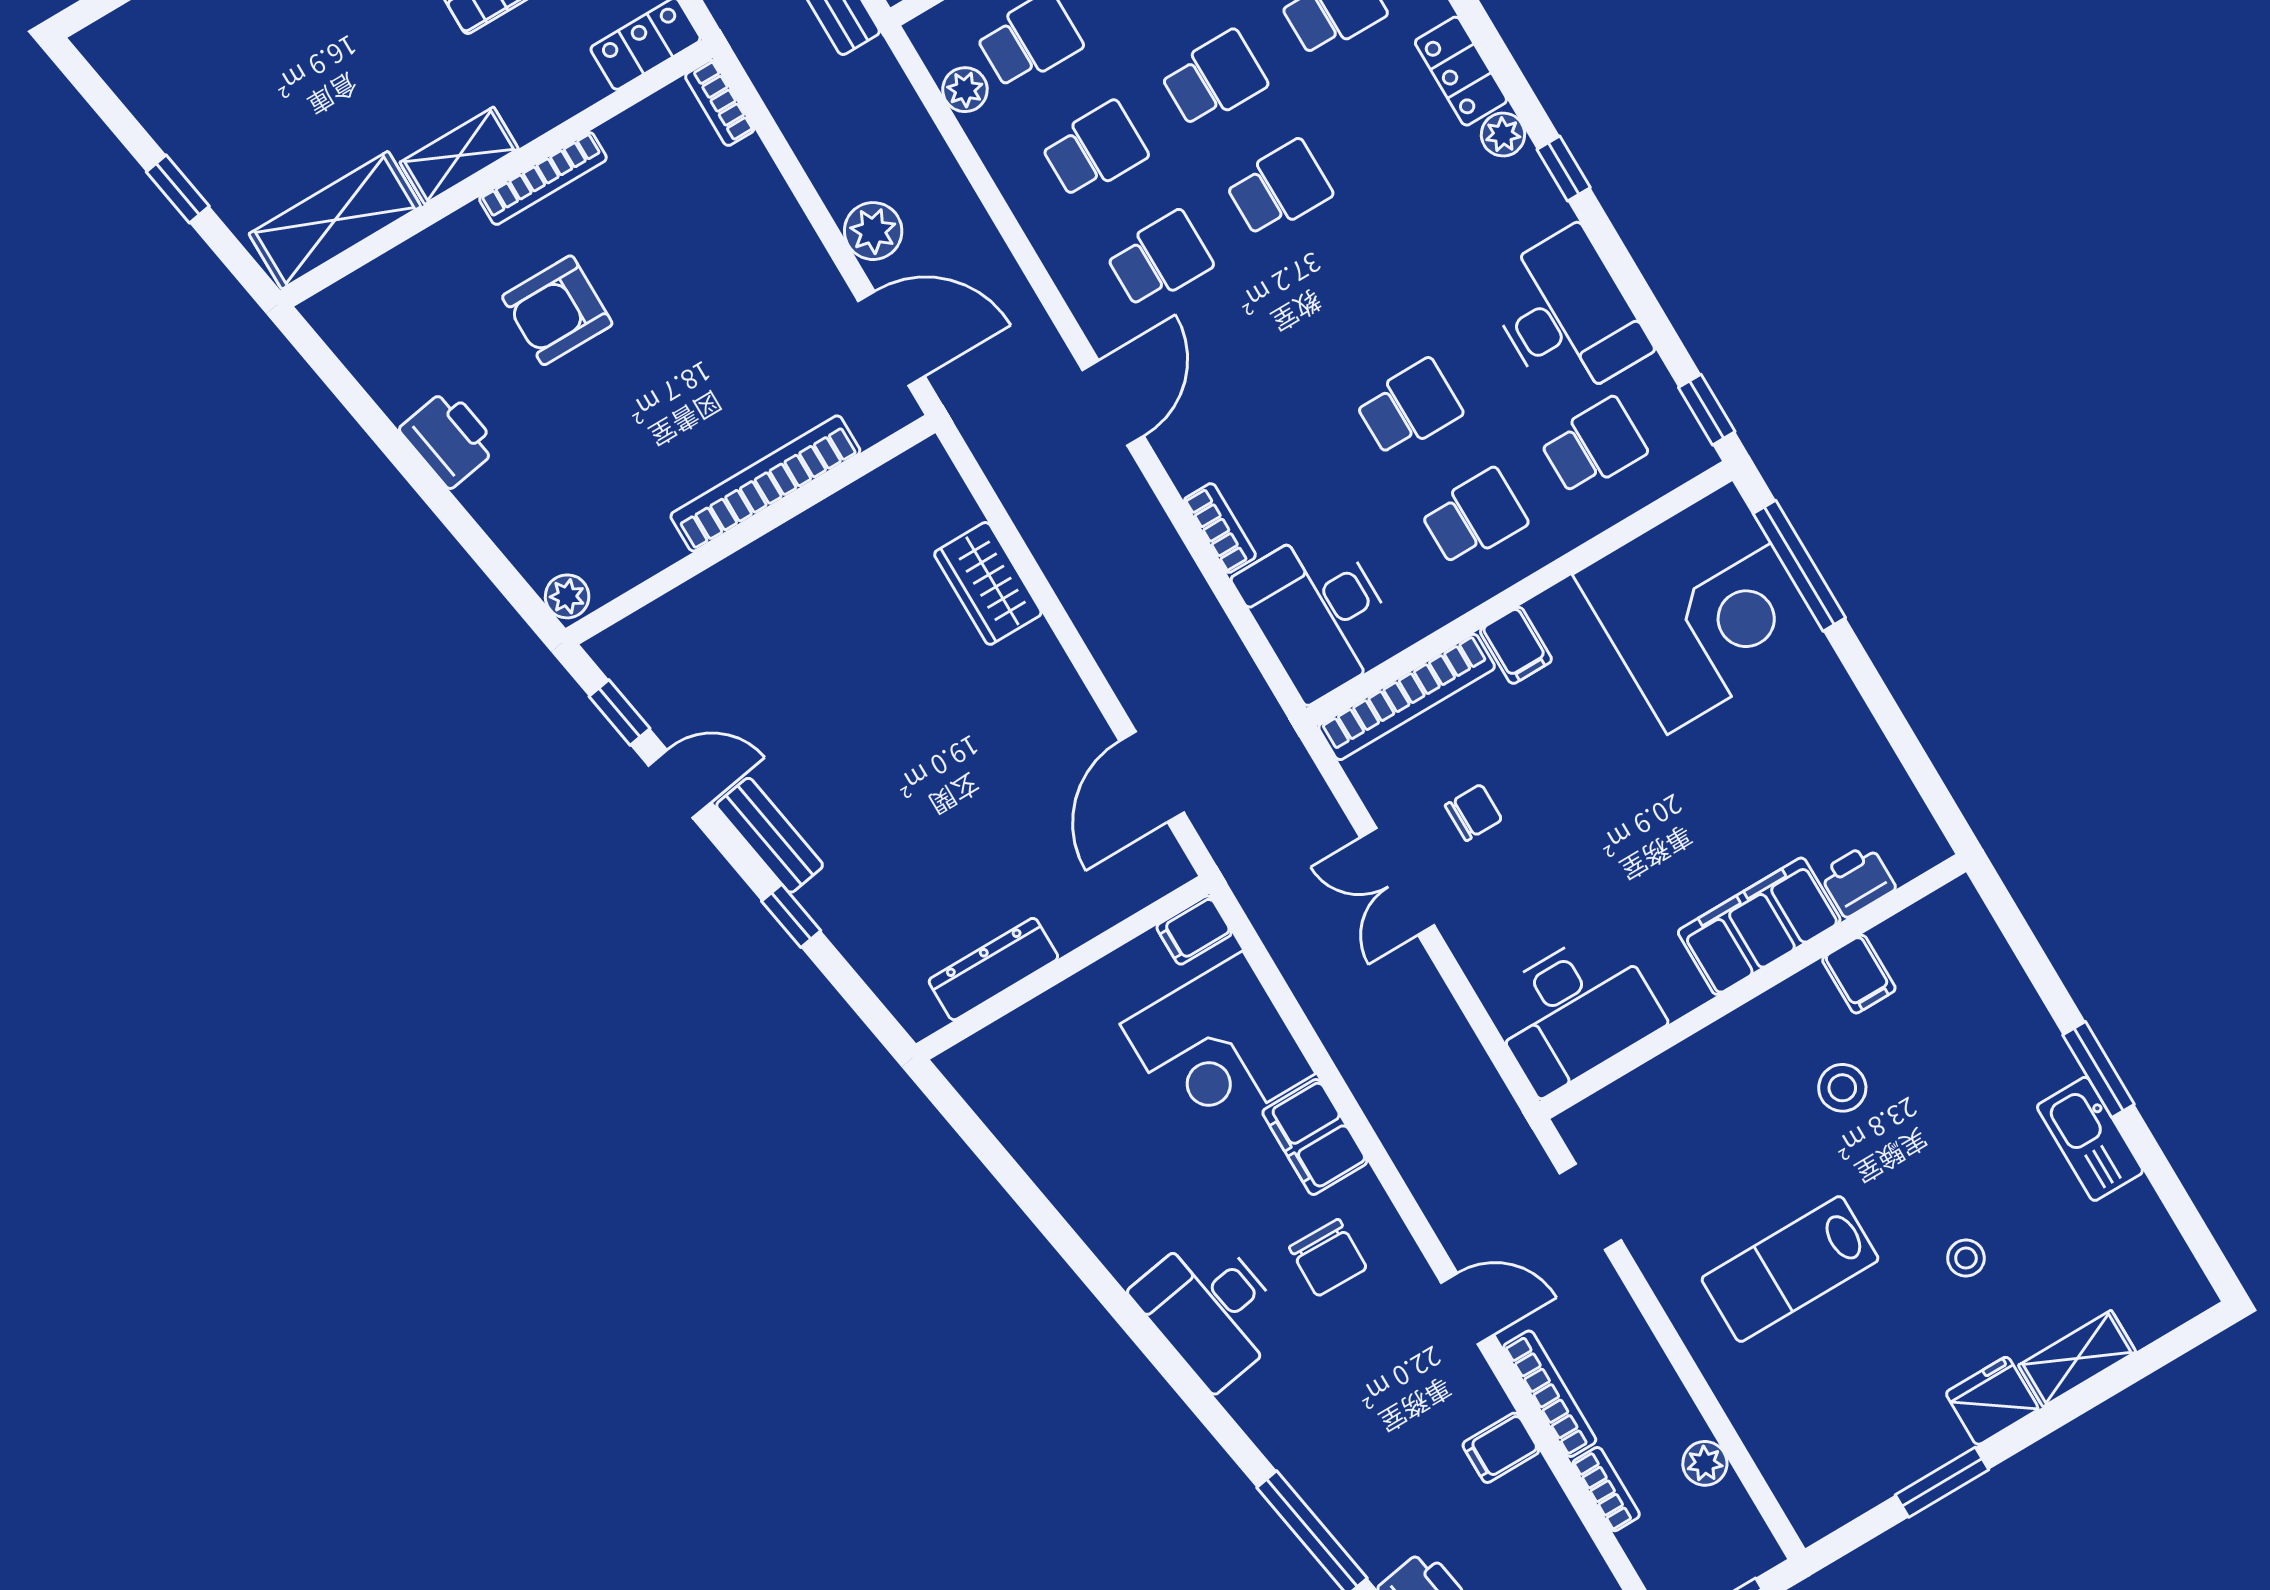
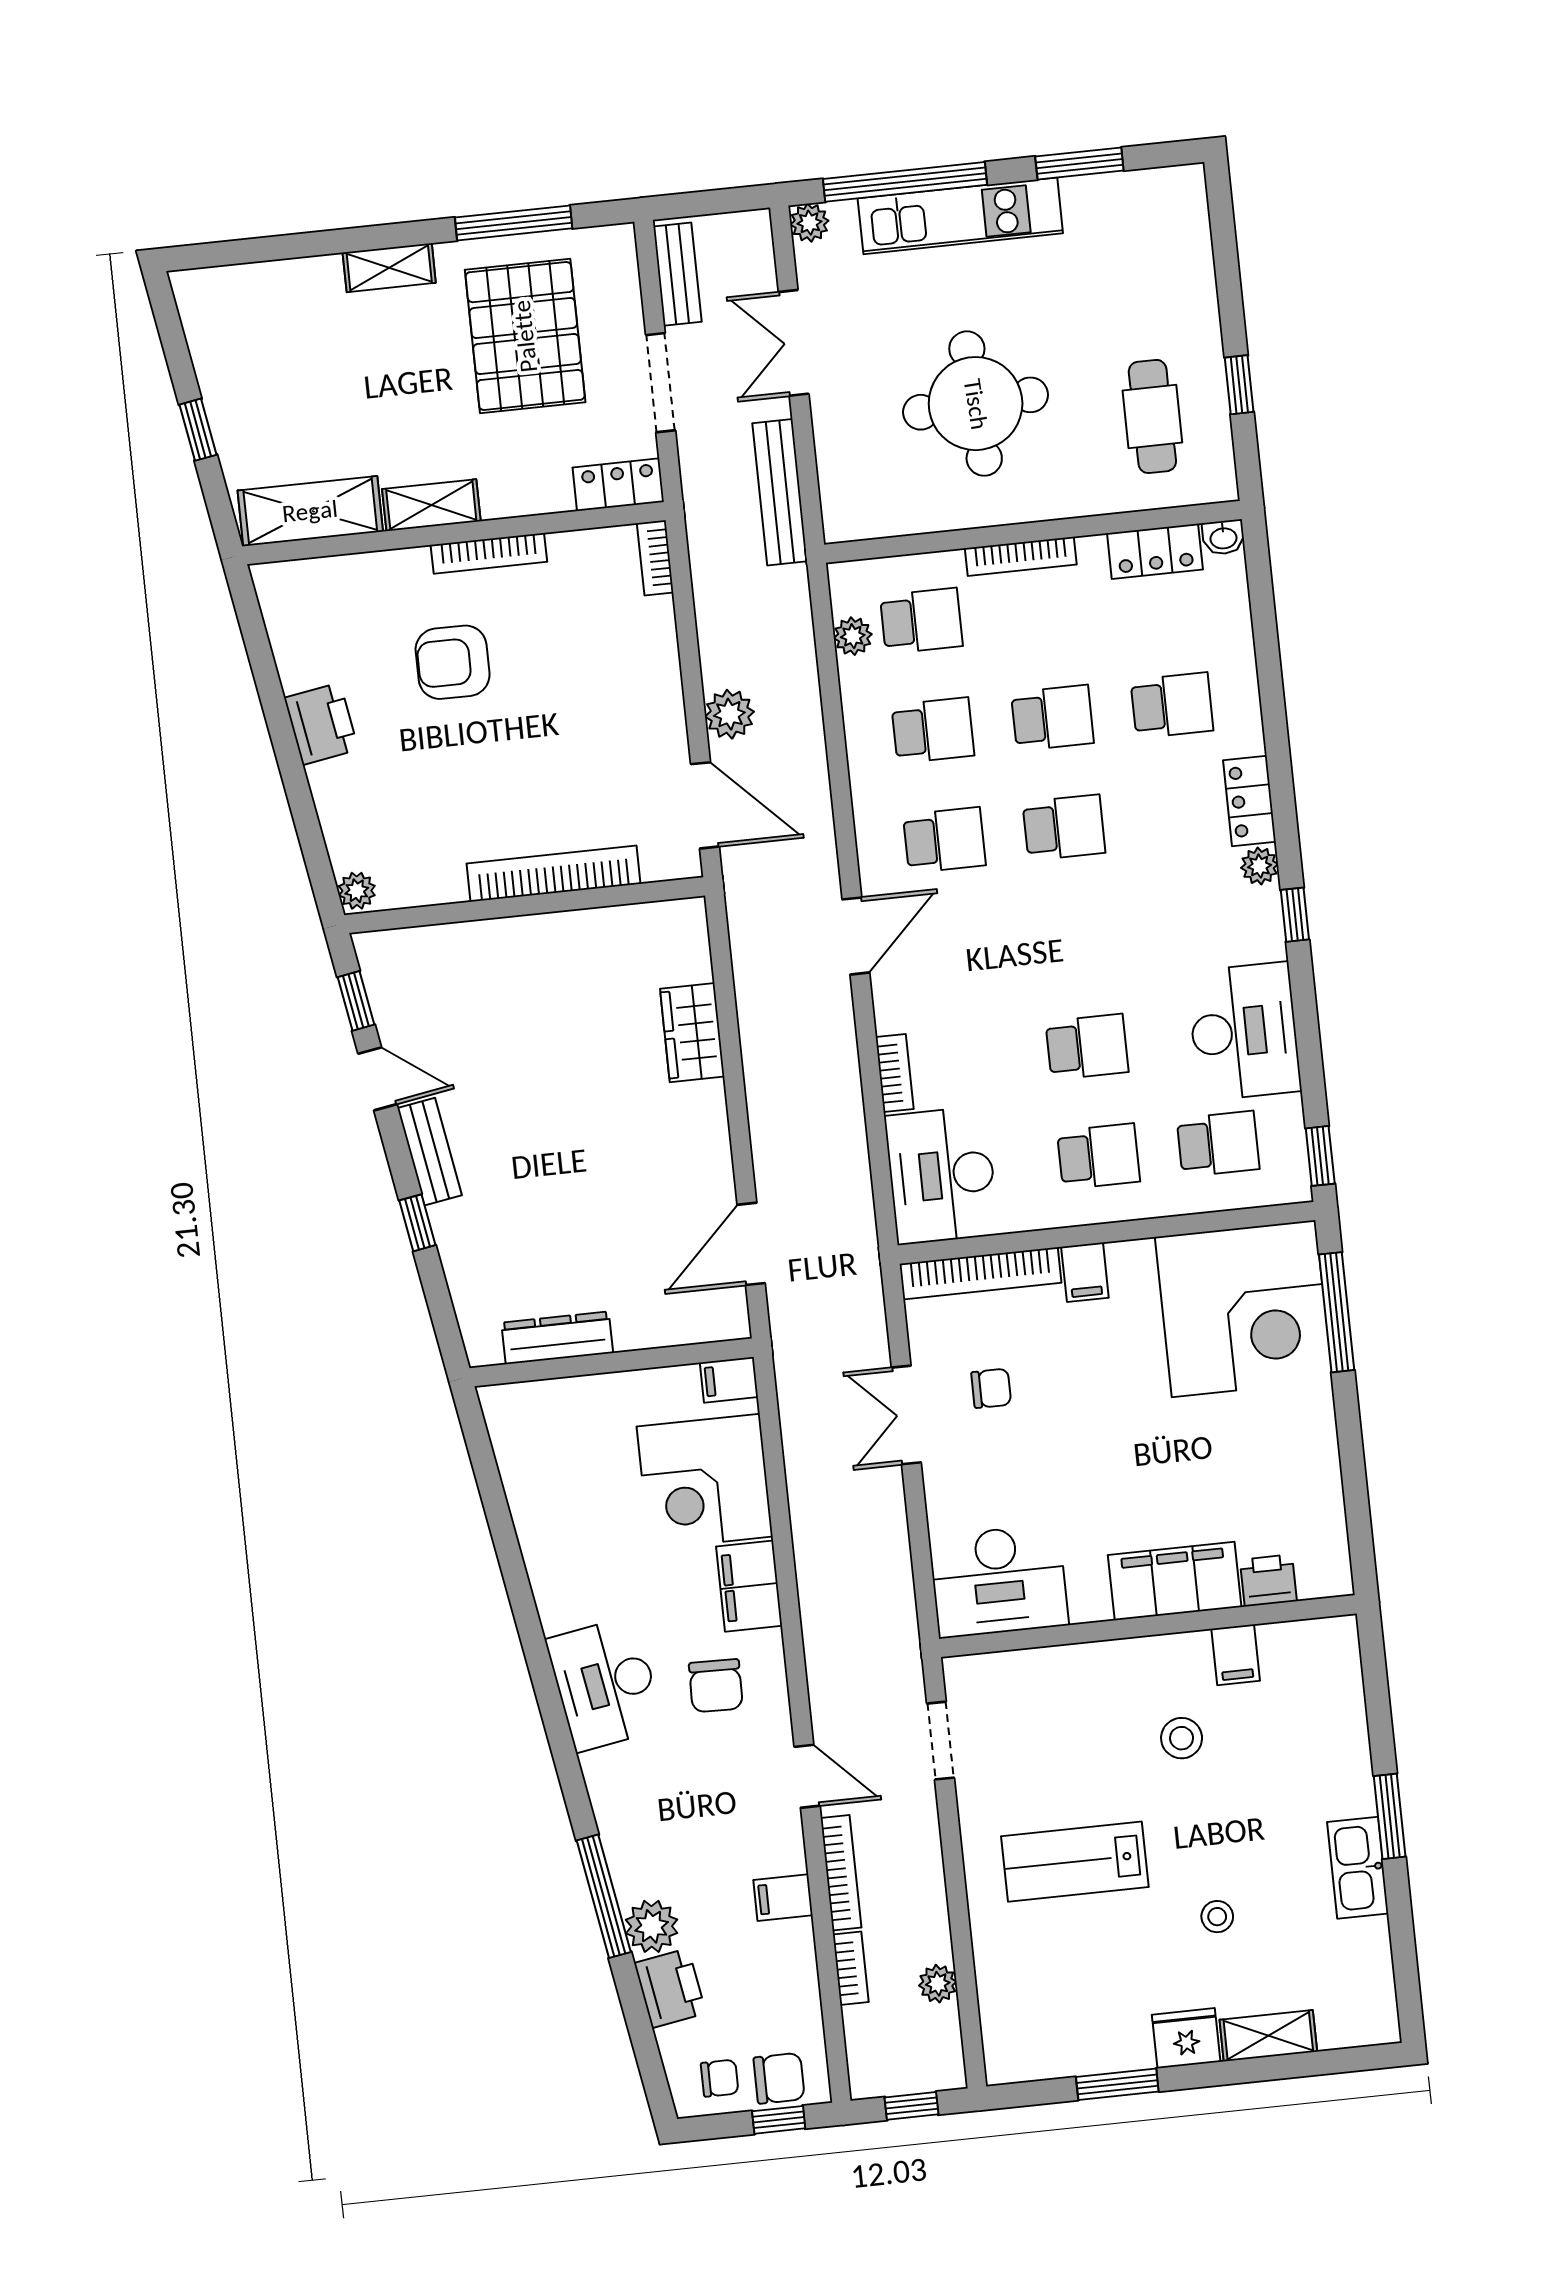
plant: (1377, 1541) -> (652, 1926), added

